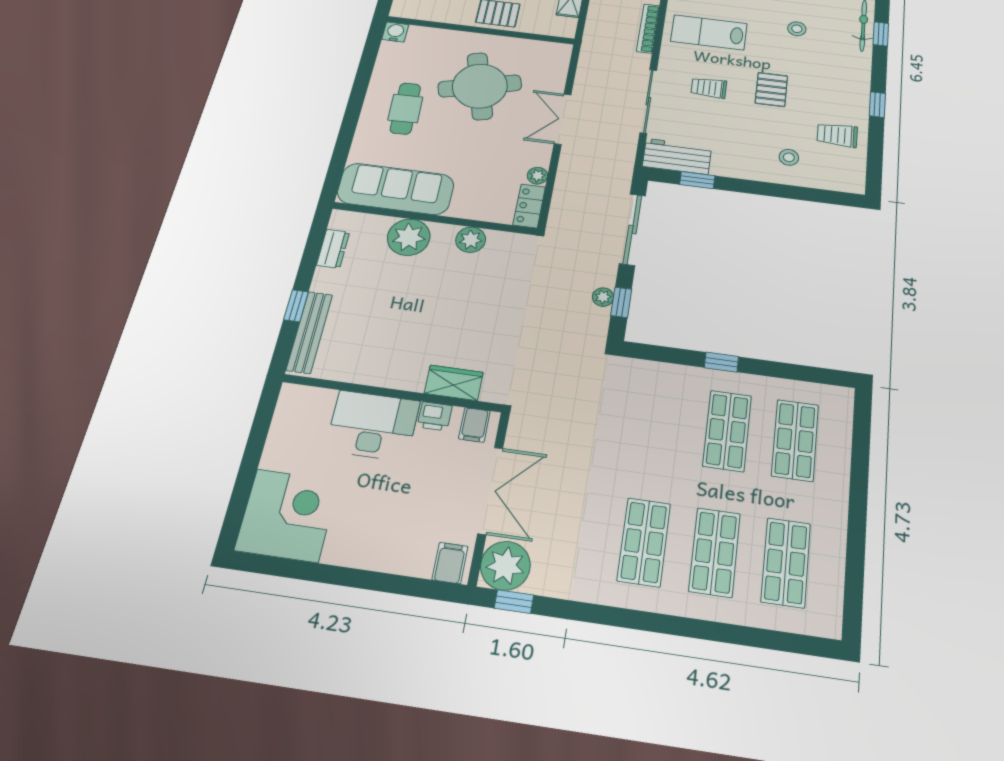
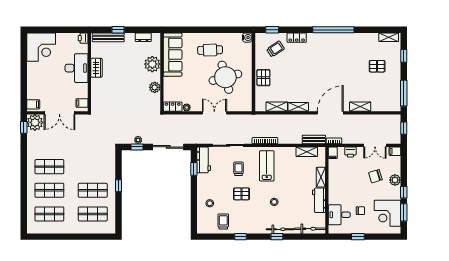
wardrobe: (454, 383) -> (96, 68), moved
printer: (435, 416) -> (83, 38), moved

